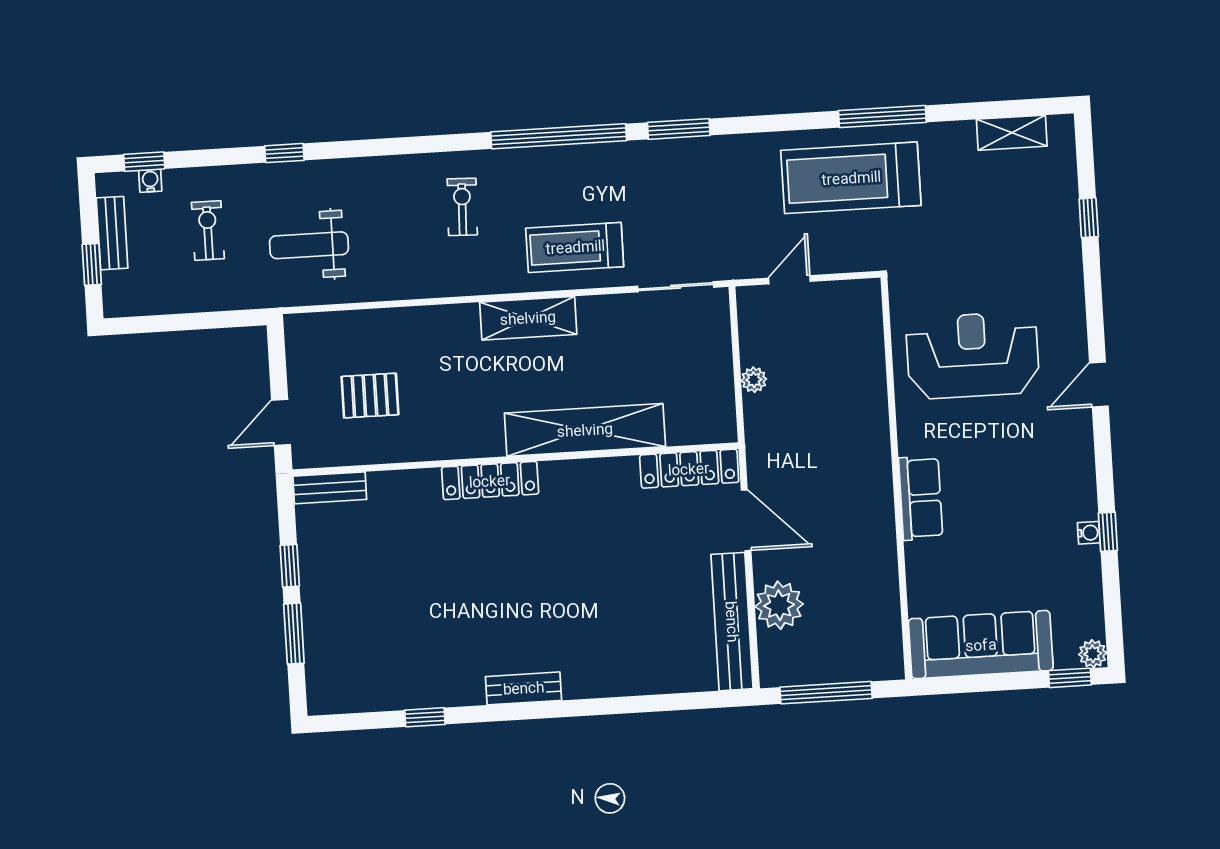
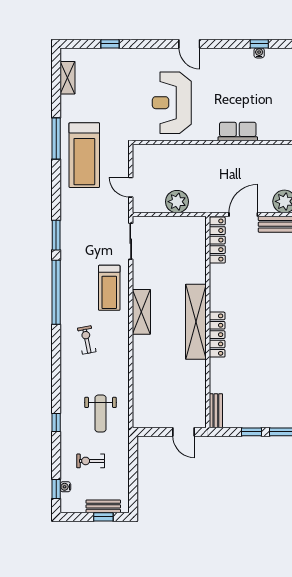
exercise bike: (462, 207) -> (87, 340), turned 77
bench: (112, 233) -> (103, 506), moved
plant: (754, 380) -> (177, 202), width x1.87, depth x1.87
pallet: (370, 396) -> (173, 389), removed
shelving: (585, 430) -> (196, 322), moved

